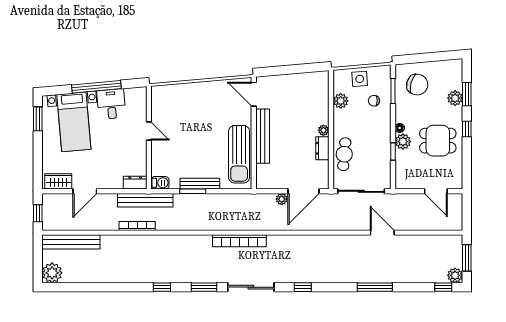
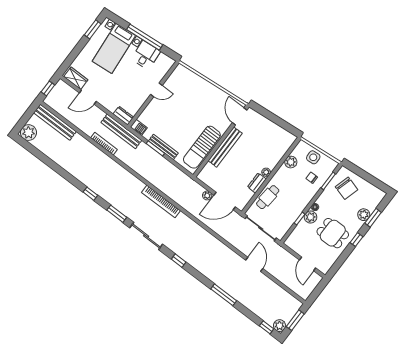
door: (149, 131) -> (156, 90), hinge flipped

